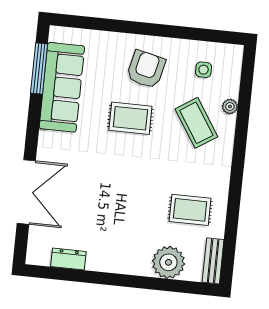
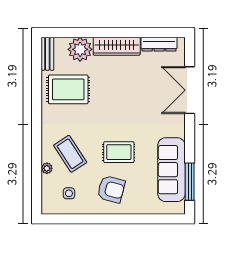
armchair: (146, 69) -> (111, 189), turned -88
rug: (190, 210) -> (68, 89), width x1.36, depth x1.43
dresser: (68, 259) -> (159, 44), width x1.44
wardrobe: (119, 261) -> (117, 46), added

